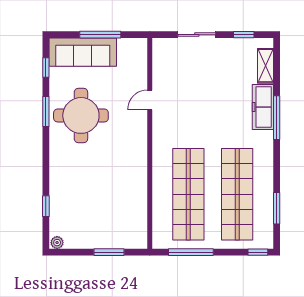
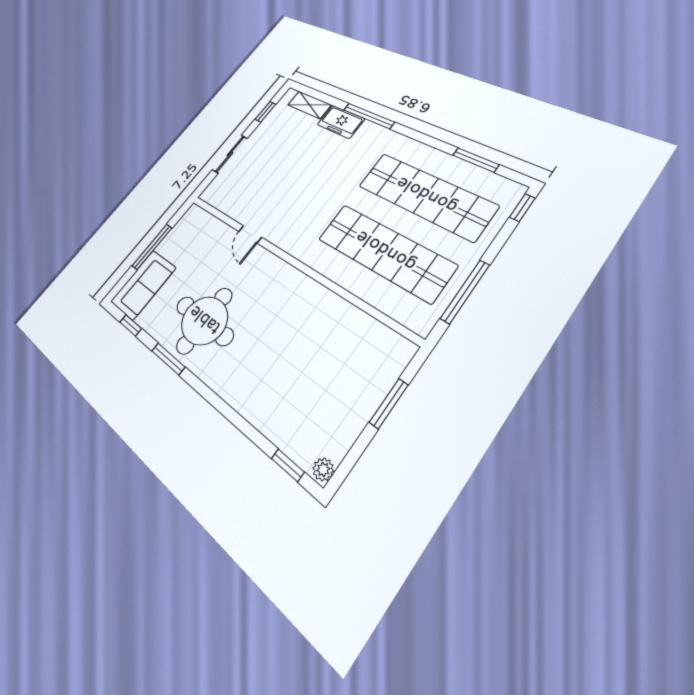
sofa: (83, 52) -> (143, 285), width x0.73
freezer: (263, 107) -> (341, 122), width x0.71
window: (46, 206) -> (288, 465), moved

